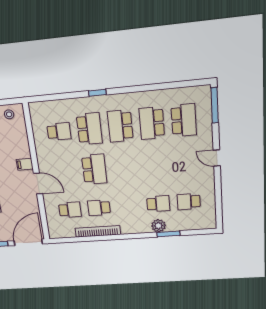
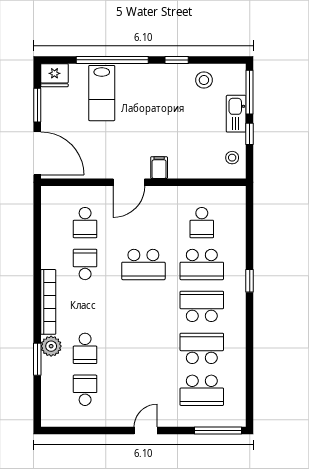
bookcase: (98, 231) -> (48, 302), moved

